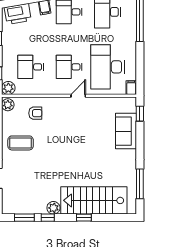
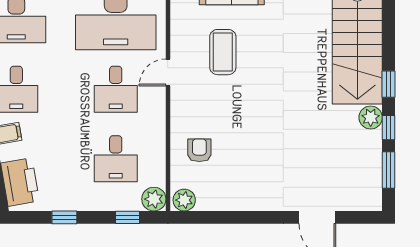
door: (78, 96) -> (168, 73), hinge flipped
coffee table: (21, 143) -> (223, 52), moved
window: (84, 218) -> (389, 84), moved

